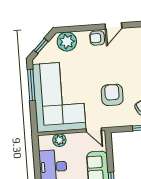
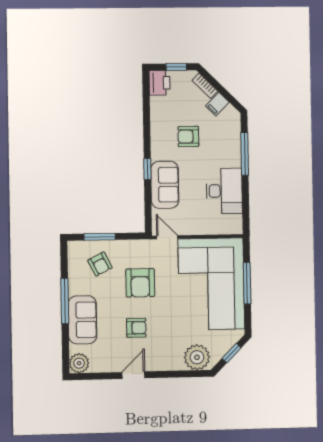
armchair: (97, 38) -> (136, 328), moved
window: (31, 85) -> (247, 283), moved
plant: (59, 140) -> (214, 226), removed

